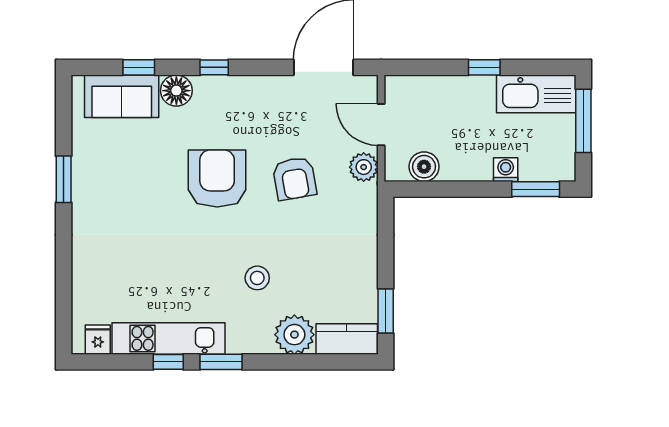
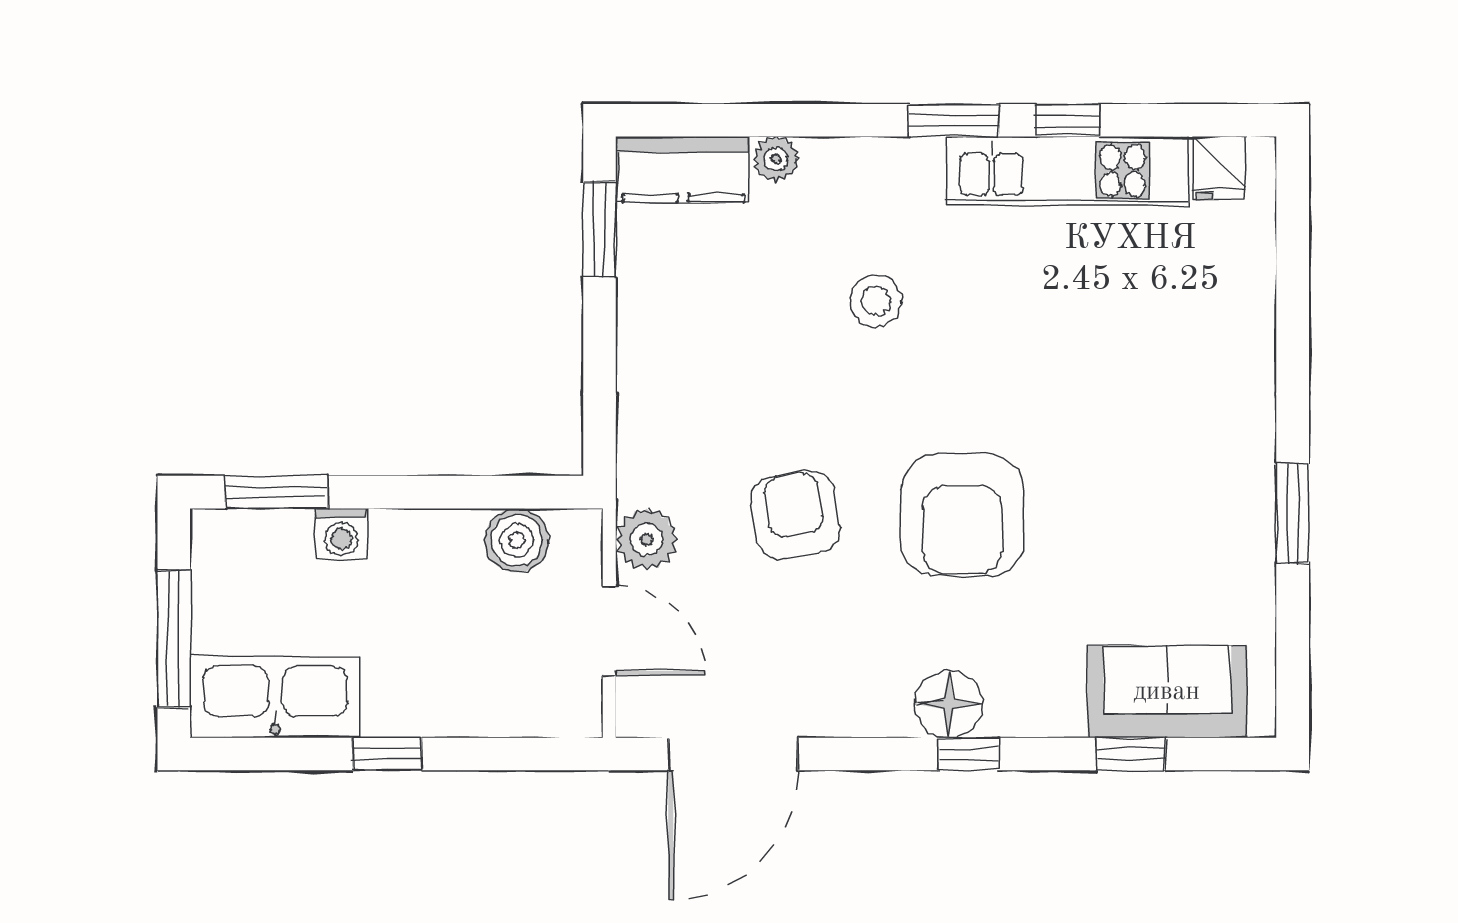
floor lamp: (176, 91) -> (949, 704), moved
plant: (294, 335) -> (776, 159), width x0.53, depth x0.53

